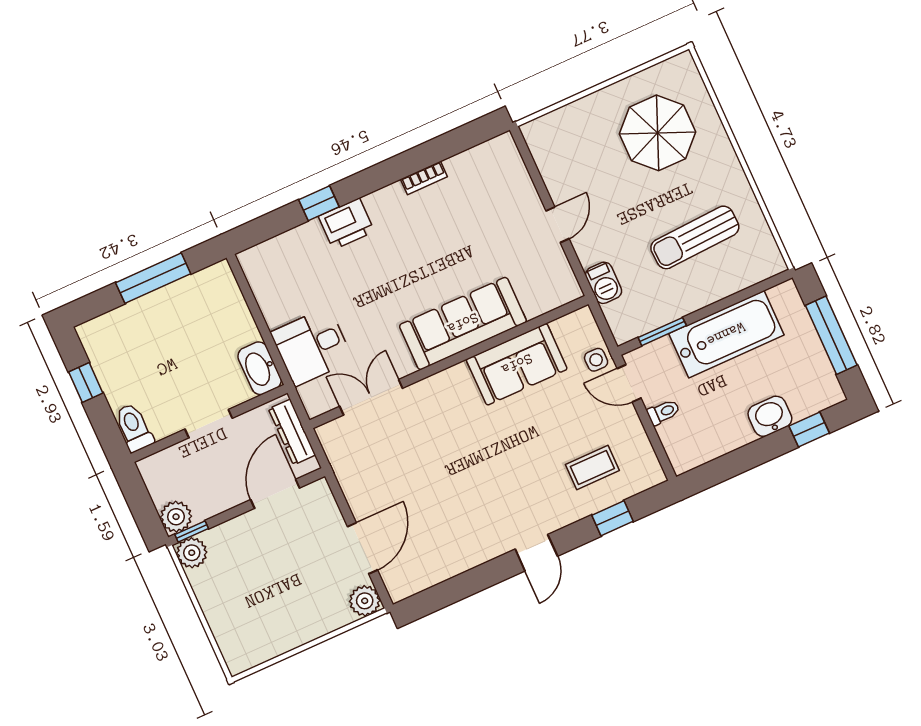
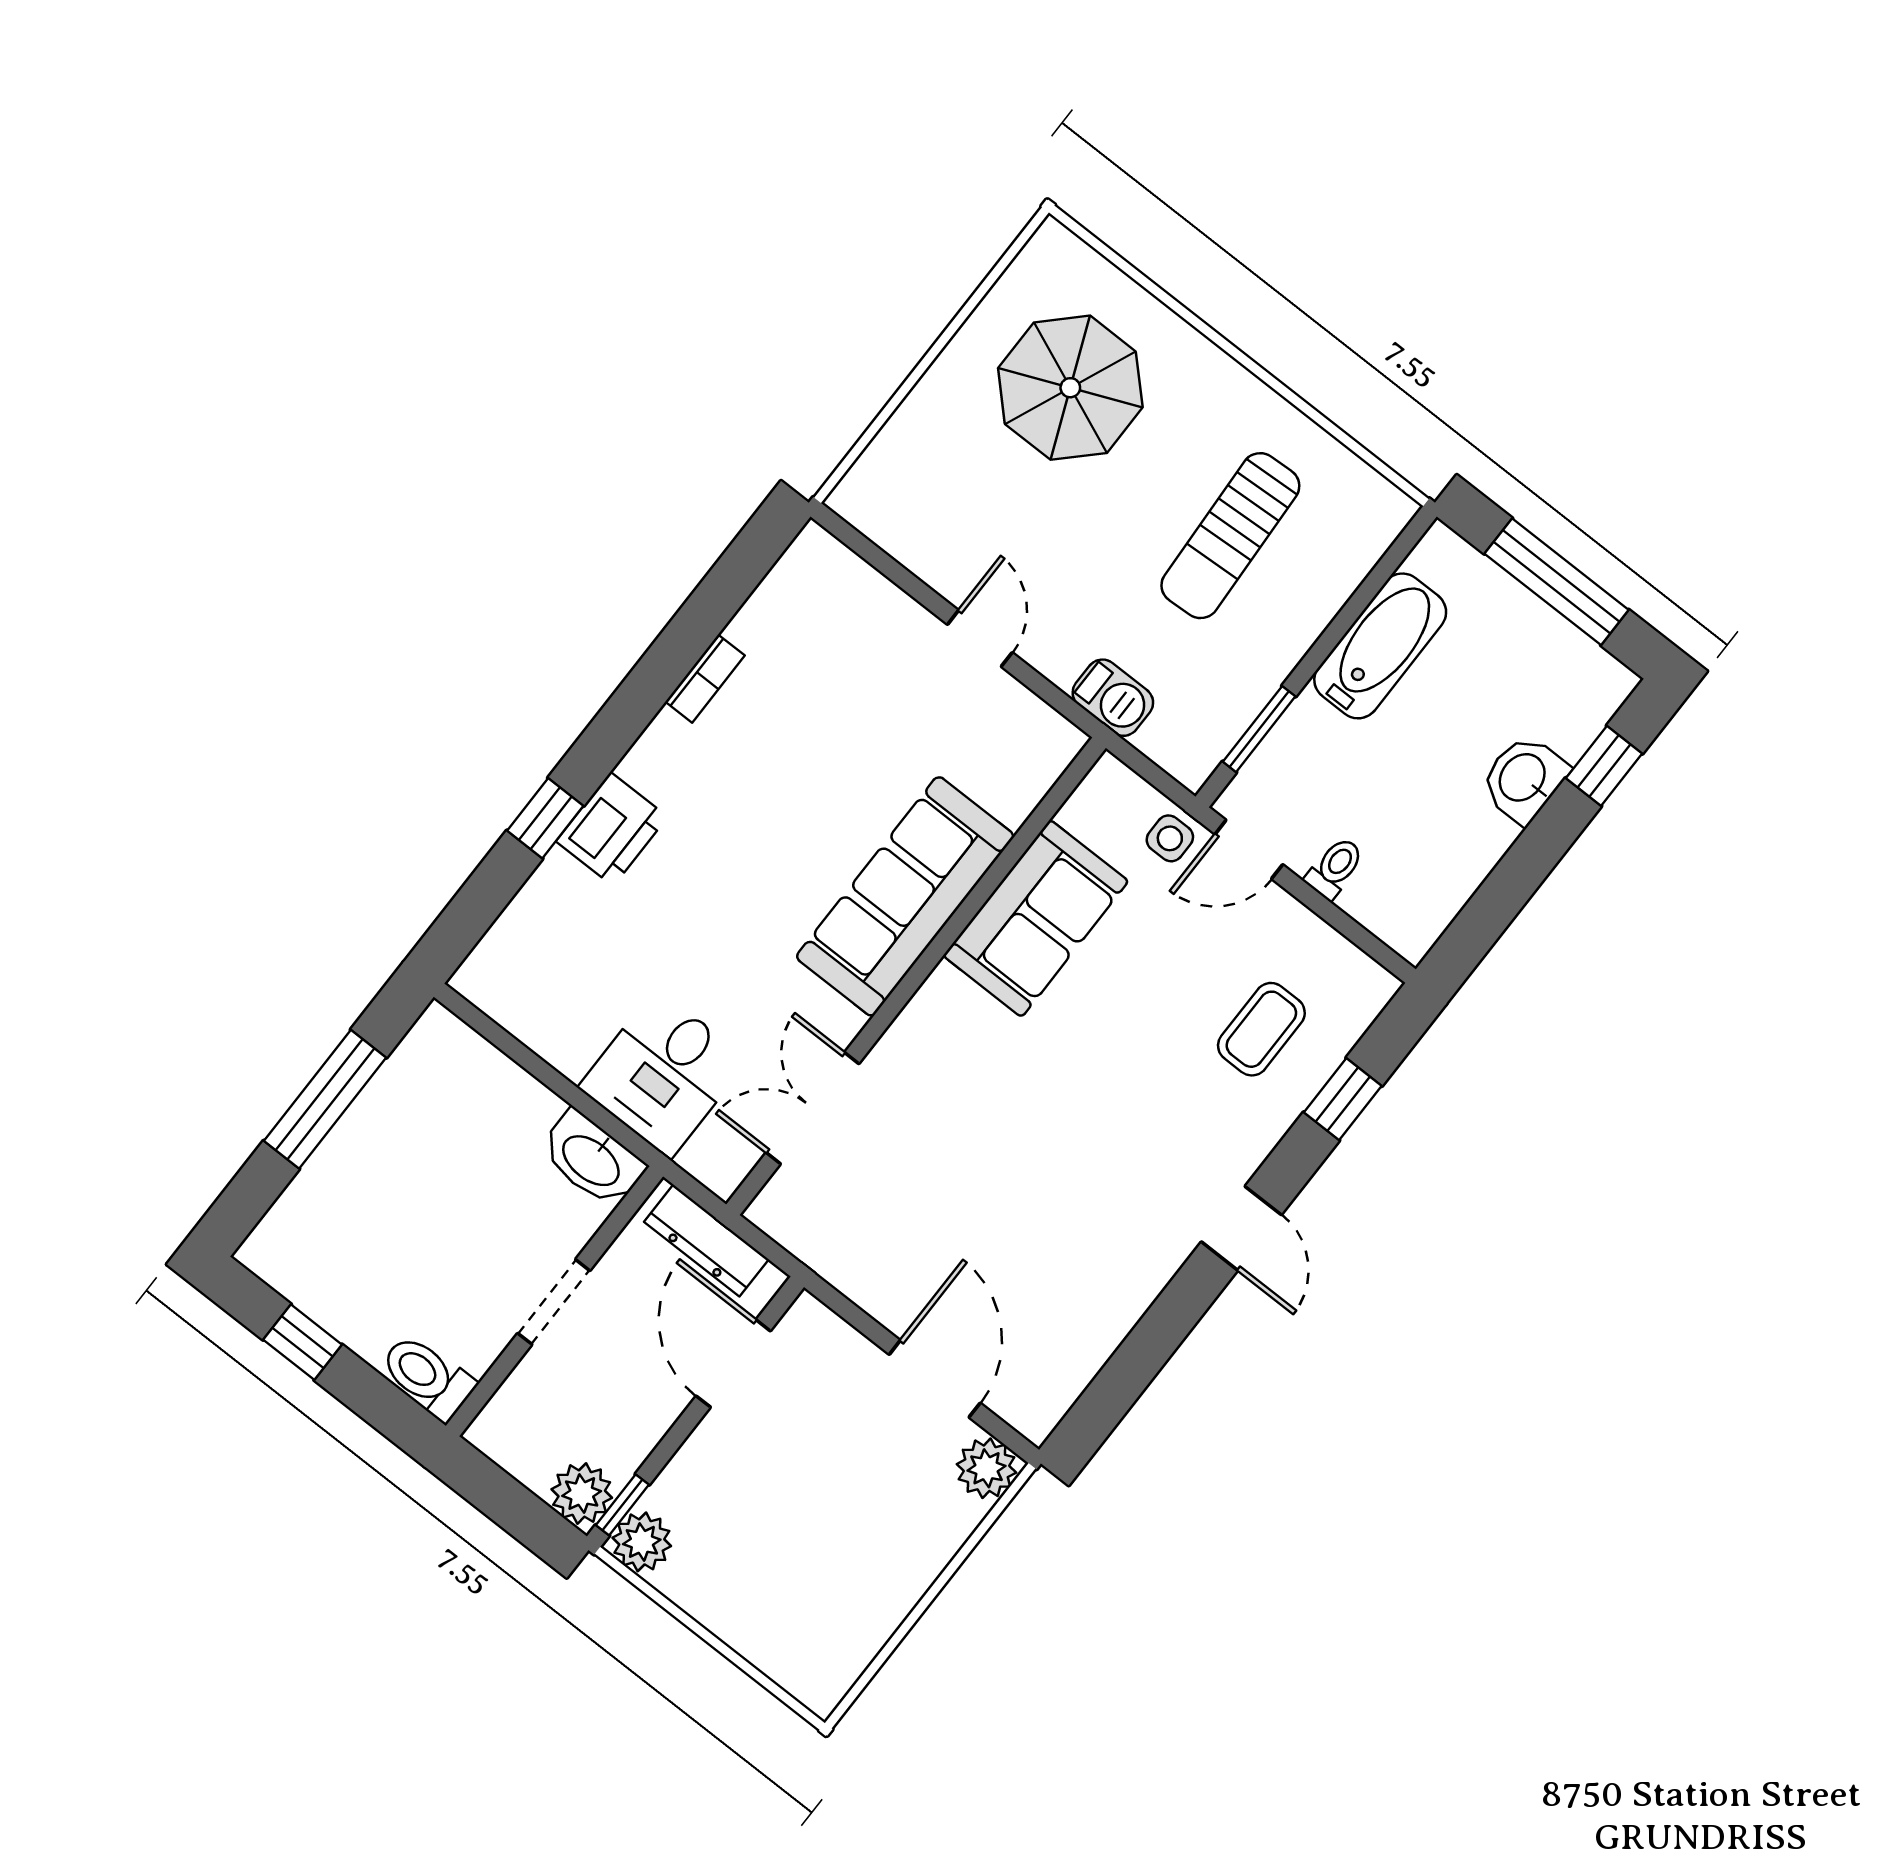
bathtub: (726, 334) -> (1380, 646), width x0.73, depth x0.73

